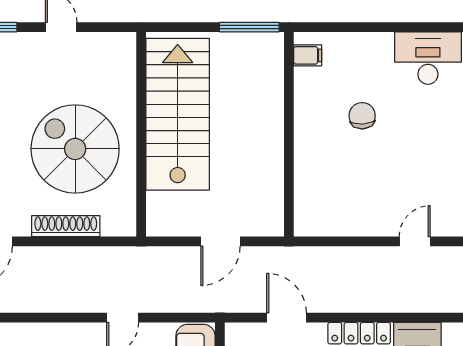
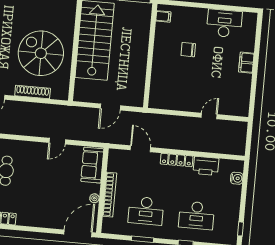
chair: (362, 116) -> (188, 50), turned -87

